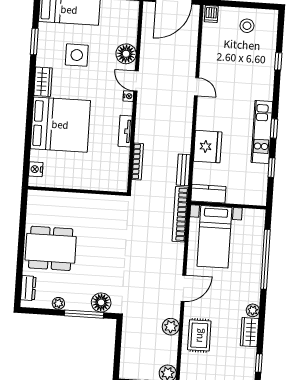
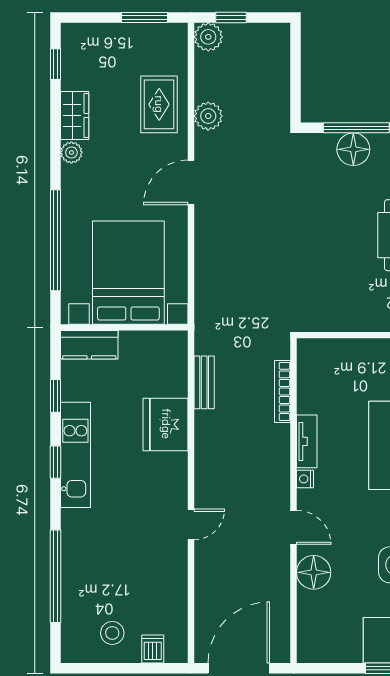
dishwasher: (211, 14) -> (153, 649), moved
window: (278, 61) -> (55, 576), width x3.17
door: (196, 87) -> (191, 524), swing flipped
nightstand: (128, 96) -> (305, 479), moved
kitchen counter: (208, 194) -> (89, 345), moved
bookcase: (180, 214) -> (205, 307), removed
bed with nightstands: (214, 237) -> (128, 273), width x1.36
floor lamp: (101, 302) -> (353, 149), moved

